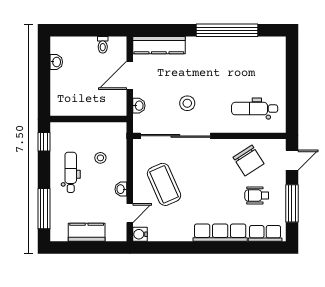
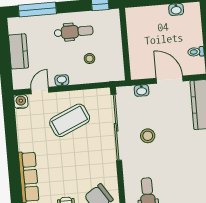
door: (130, 213) -> (40, 90), swing flipped

